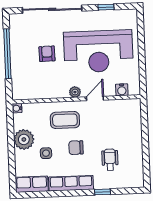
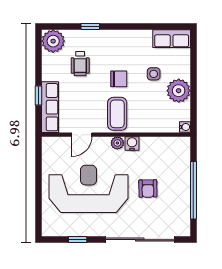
water cooler: (122, 90) -> (132, 143), moved
door: (95, 99) -> (82, 135), moved
coffee table: (65, 120) -> (117, 114), moved, turned 90
window: (145, 130) -> (39, 96), added
plant: (134, 178) -> (53, 41), added
row of seats: (71, 183) -> (50, 107), moved, turned -90

